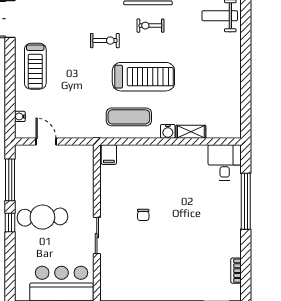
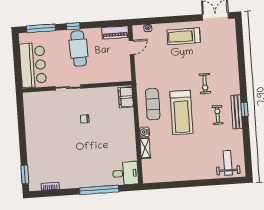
filing cabinet: (109, 155) -> (126, 97), width x2.00
piano: (23, 163) -> (115, 32), added
window: (10, 180) -> (41, 28), moved

